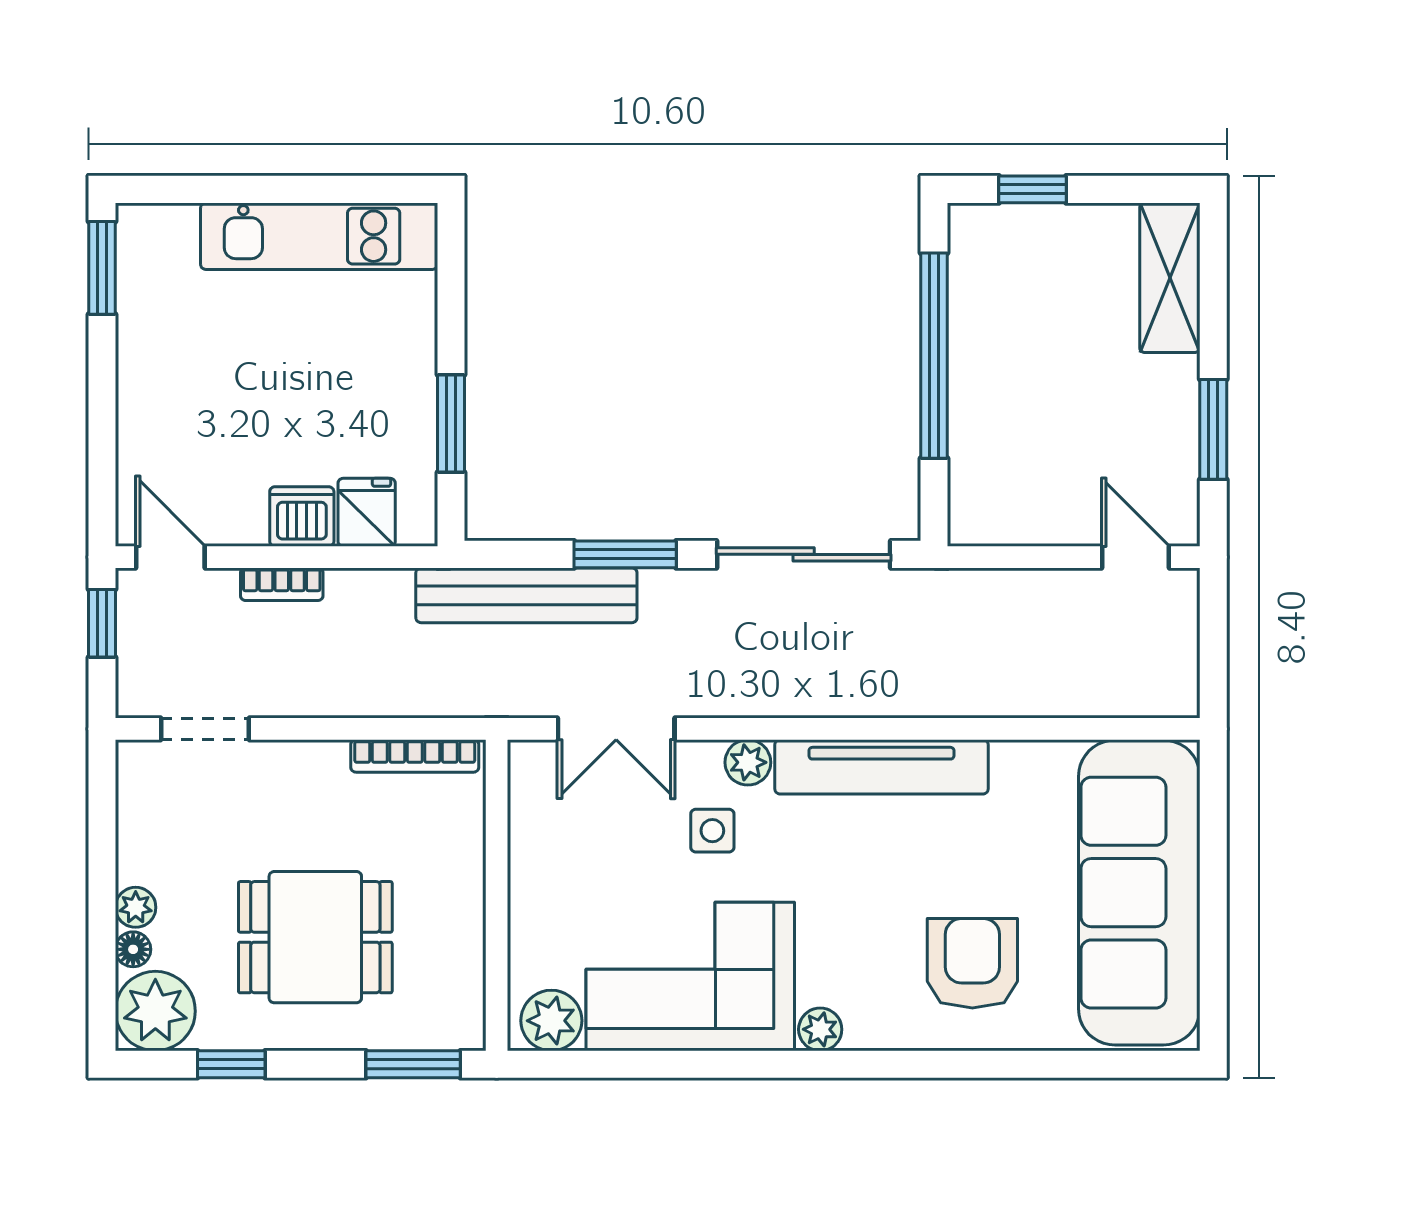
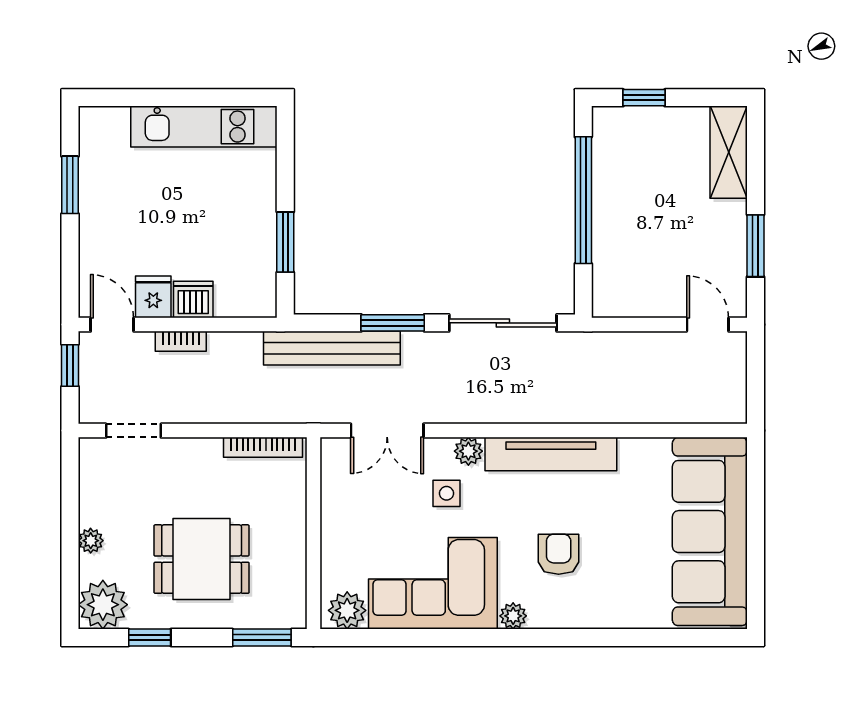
window: (102, 268) -> (70, 185), moved
fridge: (367, 512) -> (153, 297), moved
floor lamp: (133, 949) -> (89, 567), removed
armchair: (972, 963) -> (559, 554), moved, width x0.72, depth x0.72

